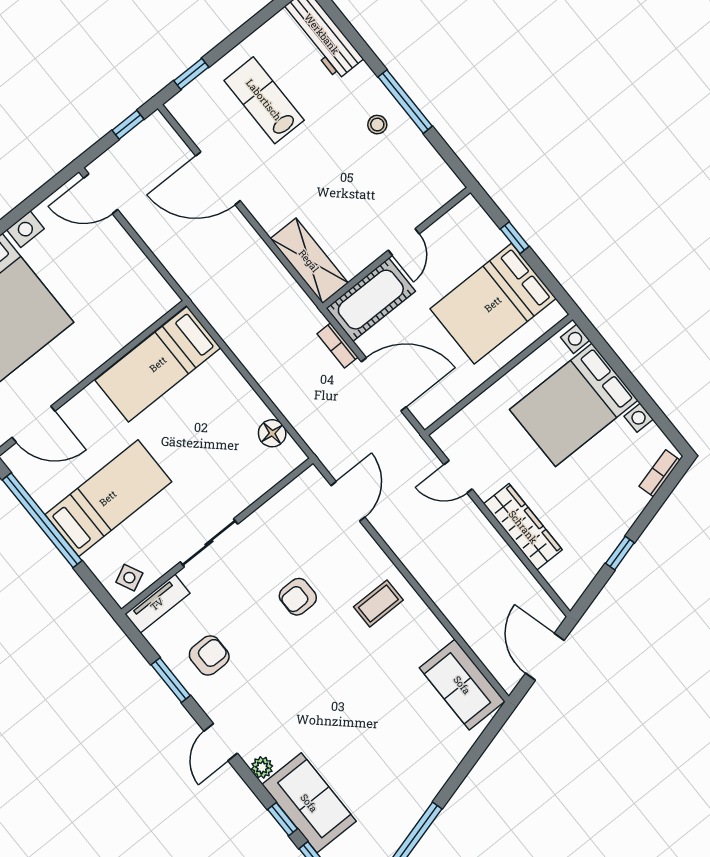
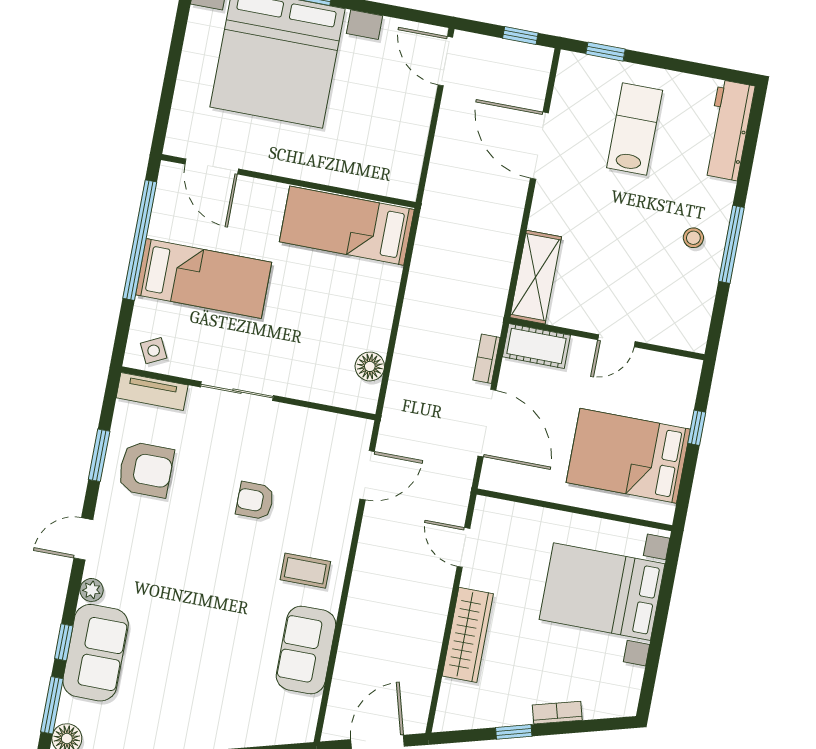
cot: (371, 300) -> (536, 346), width x0.73, depth x0.75
bookcase: (660, 473) -> (557, 713), moved
armchair: (209, 655) -> (146, 469), width x1.38, depth x1.38
sofa: (462, 685) -> (306, 650), moved

